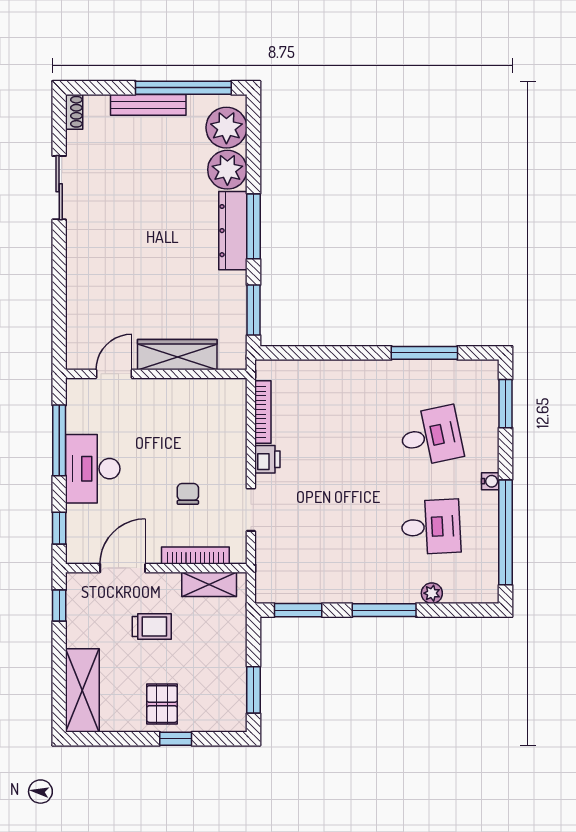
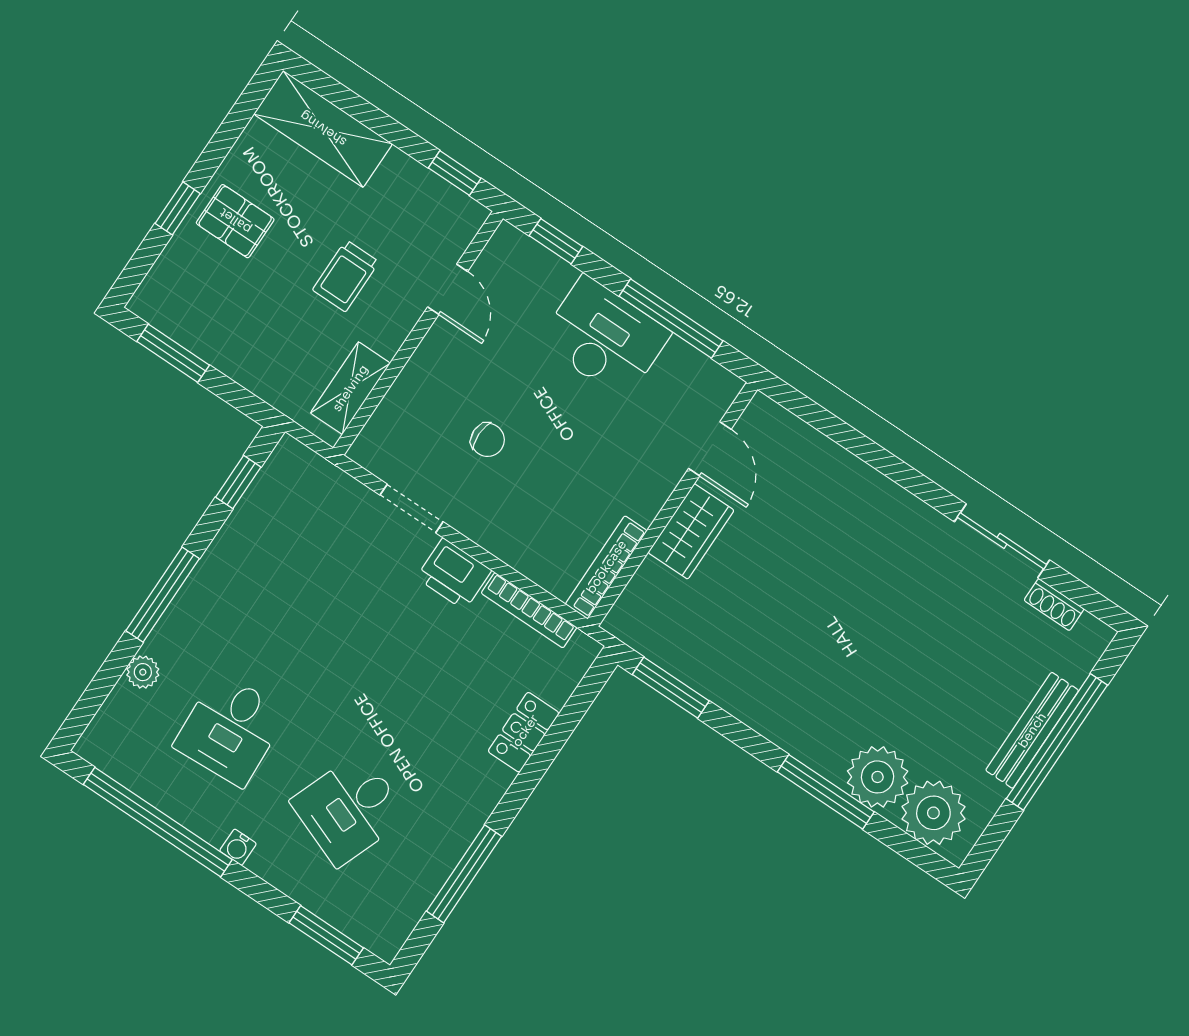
window: (183, 88) -> (1057, 742), moved
shoe rack: (74, 112) -> (1054, 605), moved
window: (253, 226) -> (826, 792), moved
dresser: (233, 231) -> (793, 731), removed
wardrobe: (177, 355) -> (691, 531), width x0.67
locker: (329, 372) -> (524, 732), added
desk: (431, 436) -> (349, 809), turned 33
printer: (267, 459) -> (454, 574), width x1.36, depth x1.24
bookcase: (195, 556) -> (606, 567), moved, turned 180
door: (123, 568) -> (448, 289), width x0.73
window: (298, 610) -> (238, 482), width x0.67

